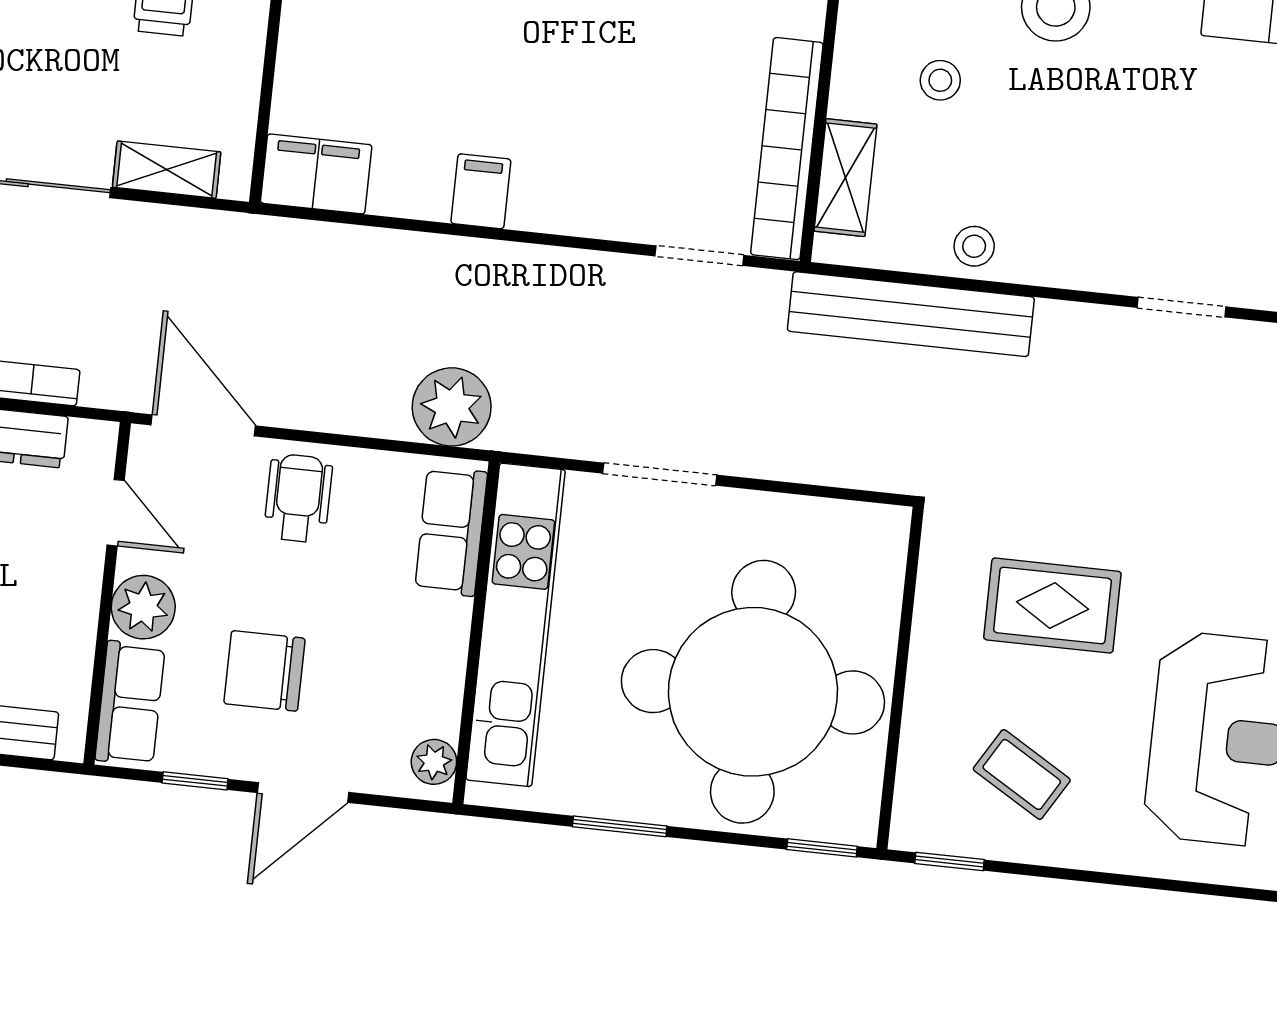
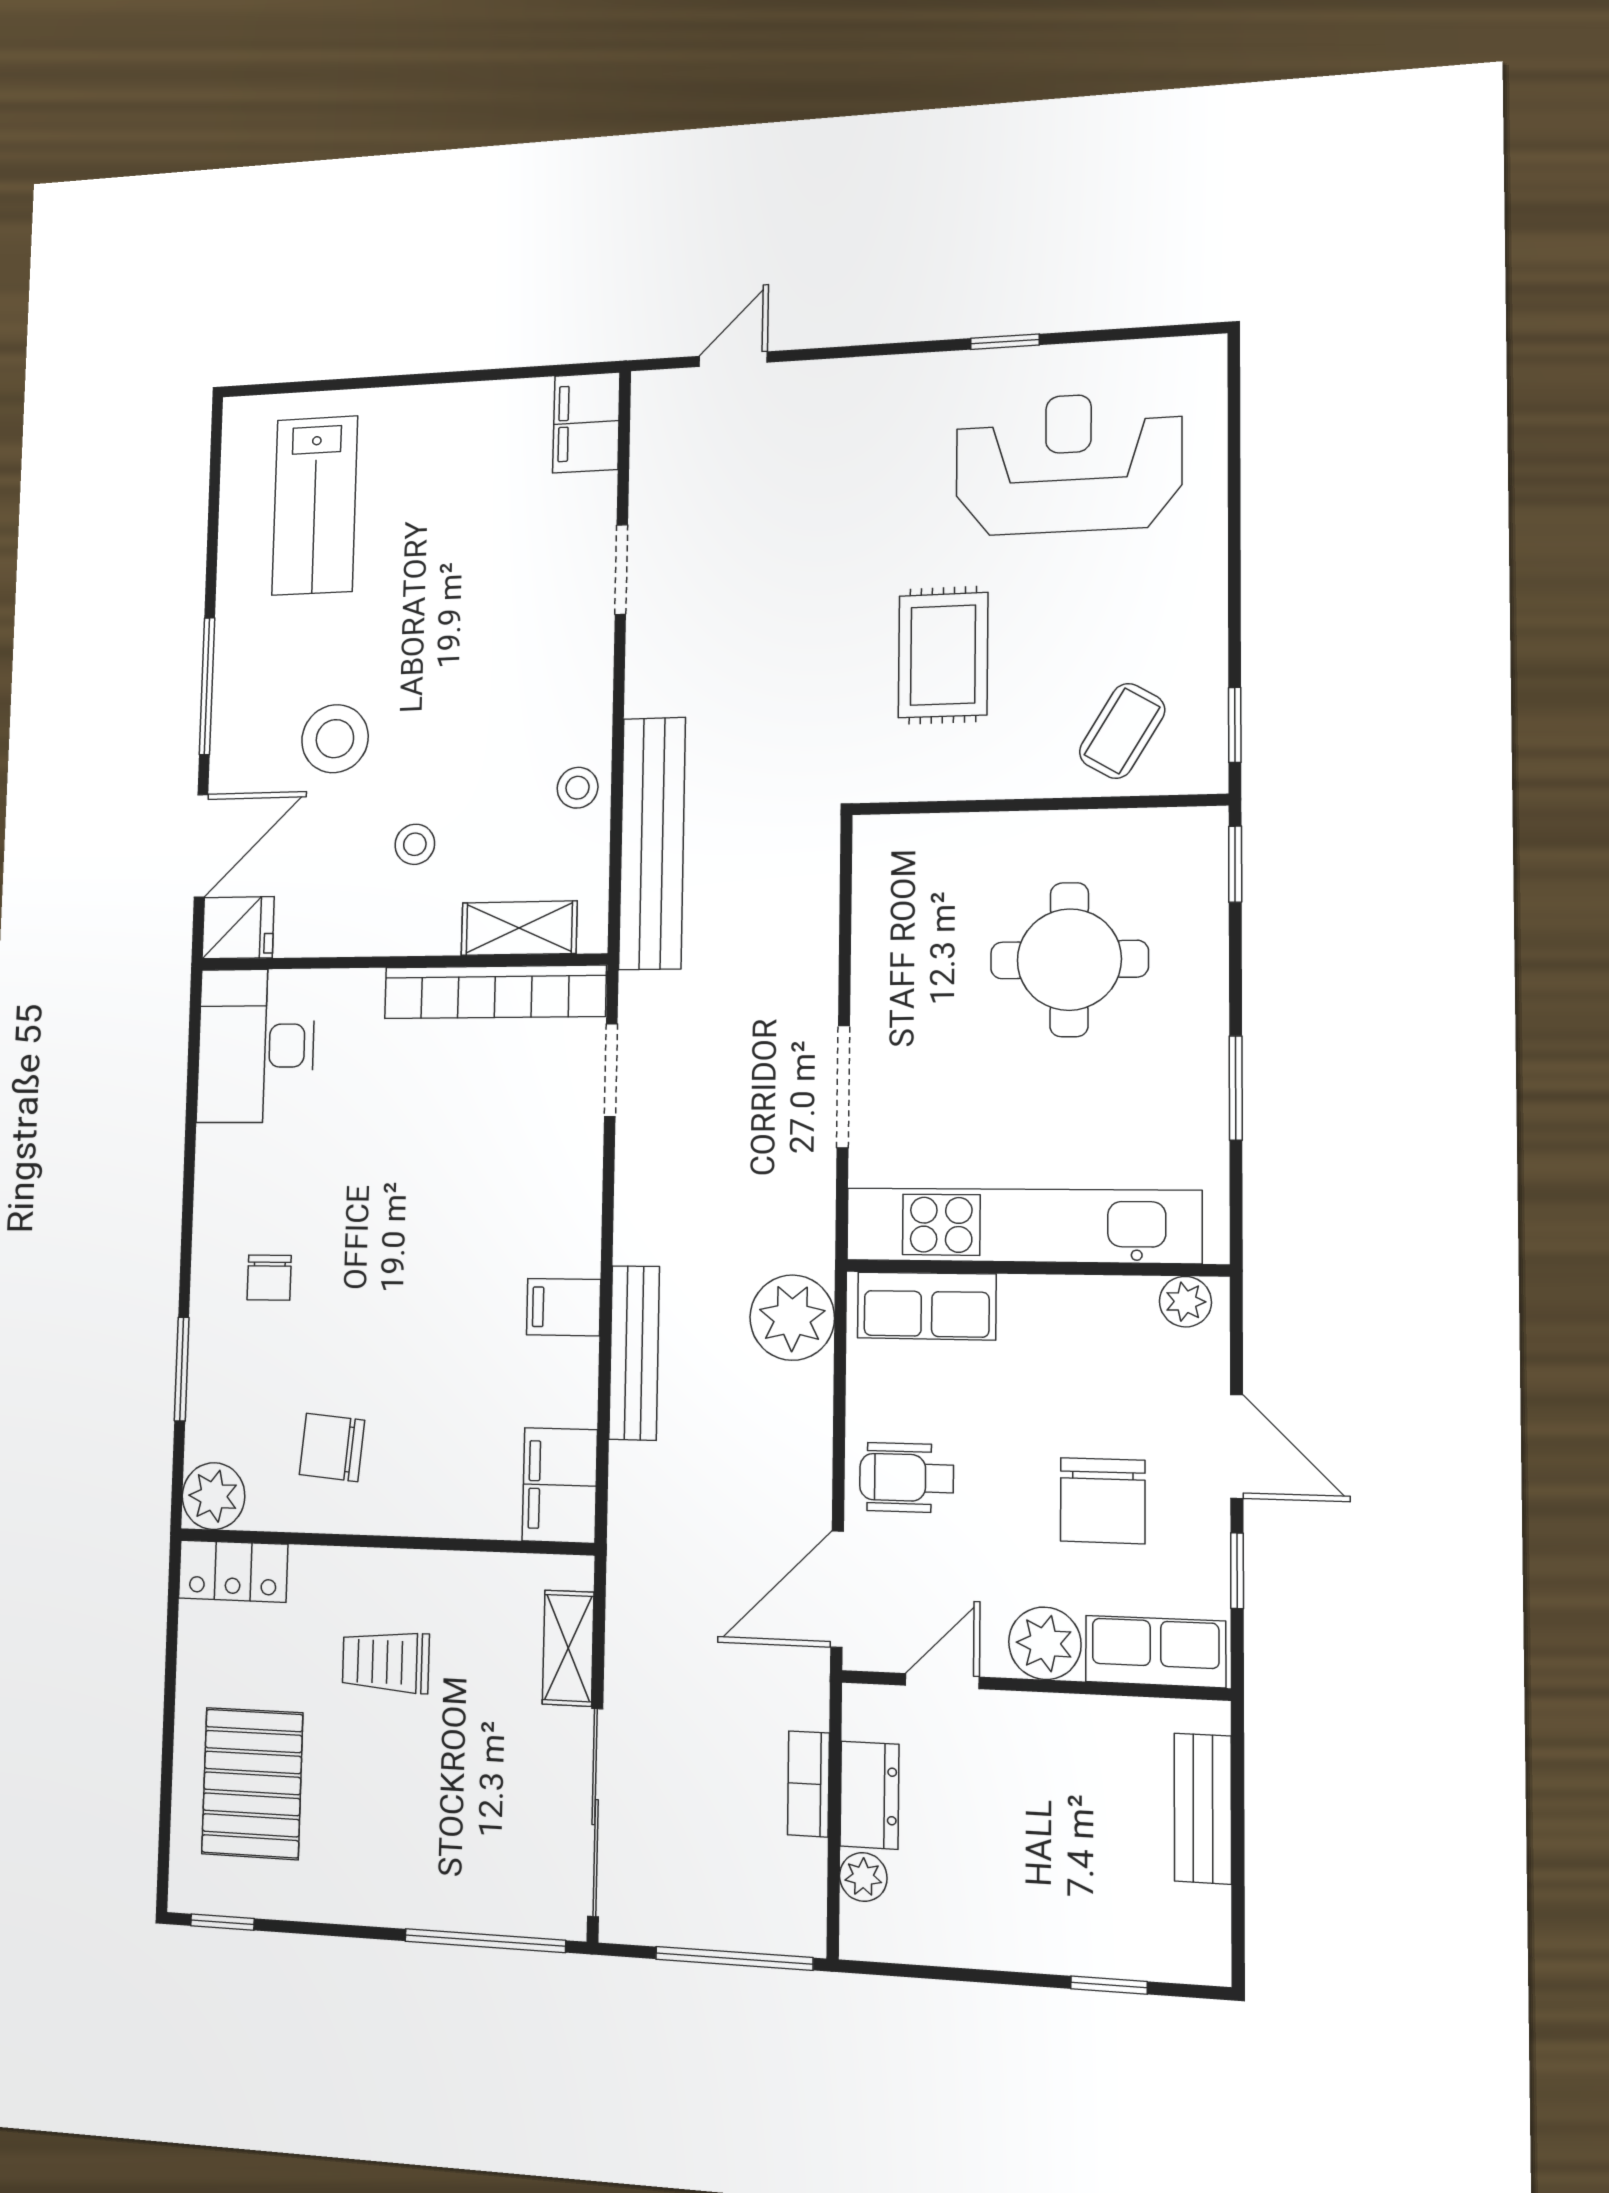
bench: (433, 255) -> (634, 1353), added
round table: (753, 692) -> (1069, 960), width x0.54, depth x0.54
coffee table: (1022, 774) -> (1122, 731), moved

